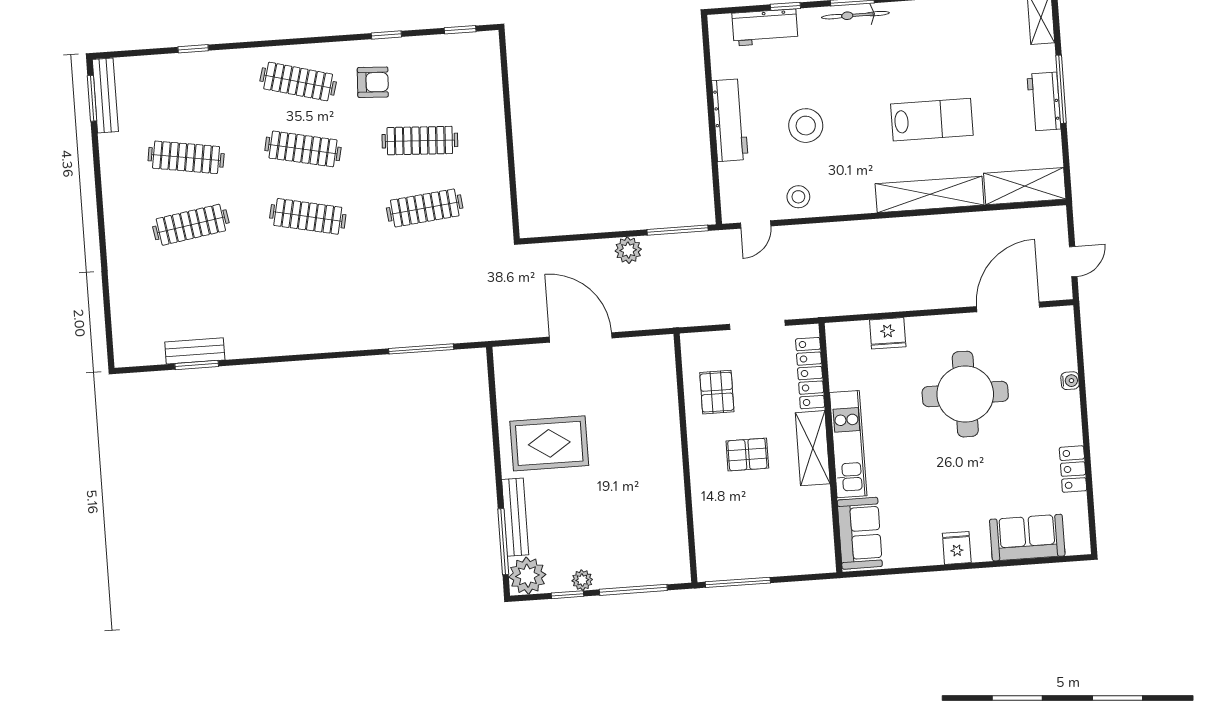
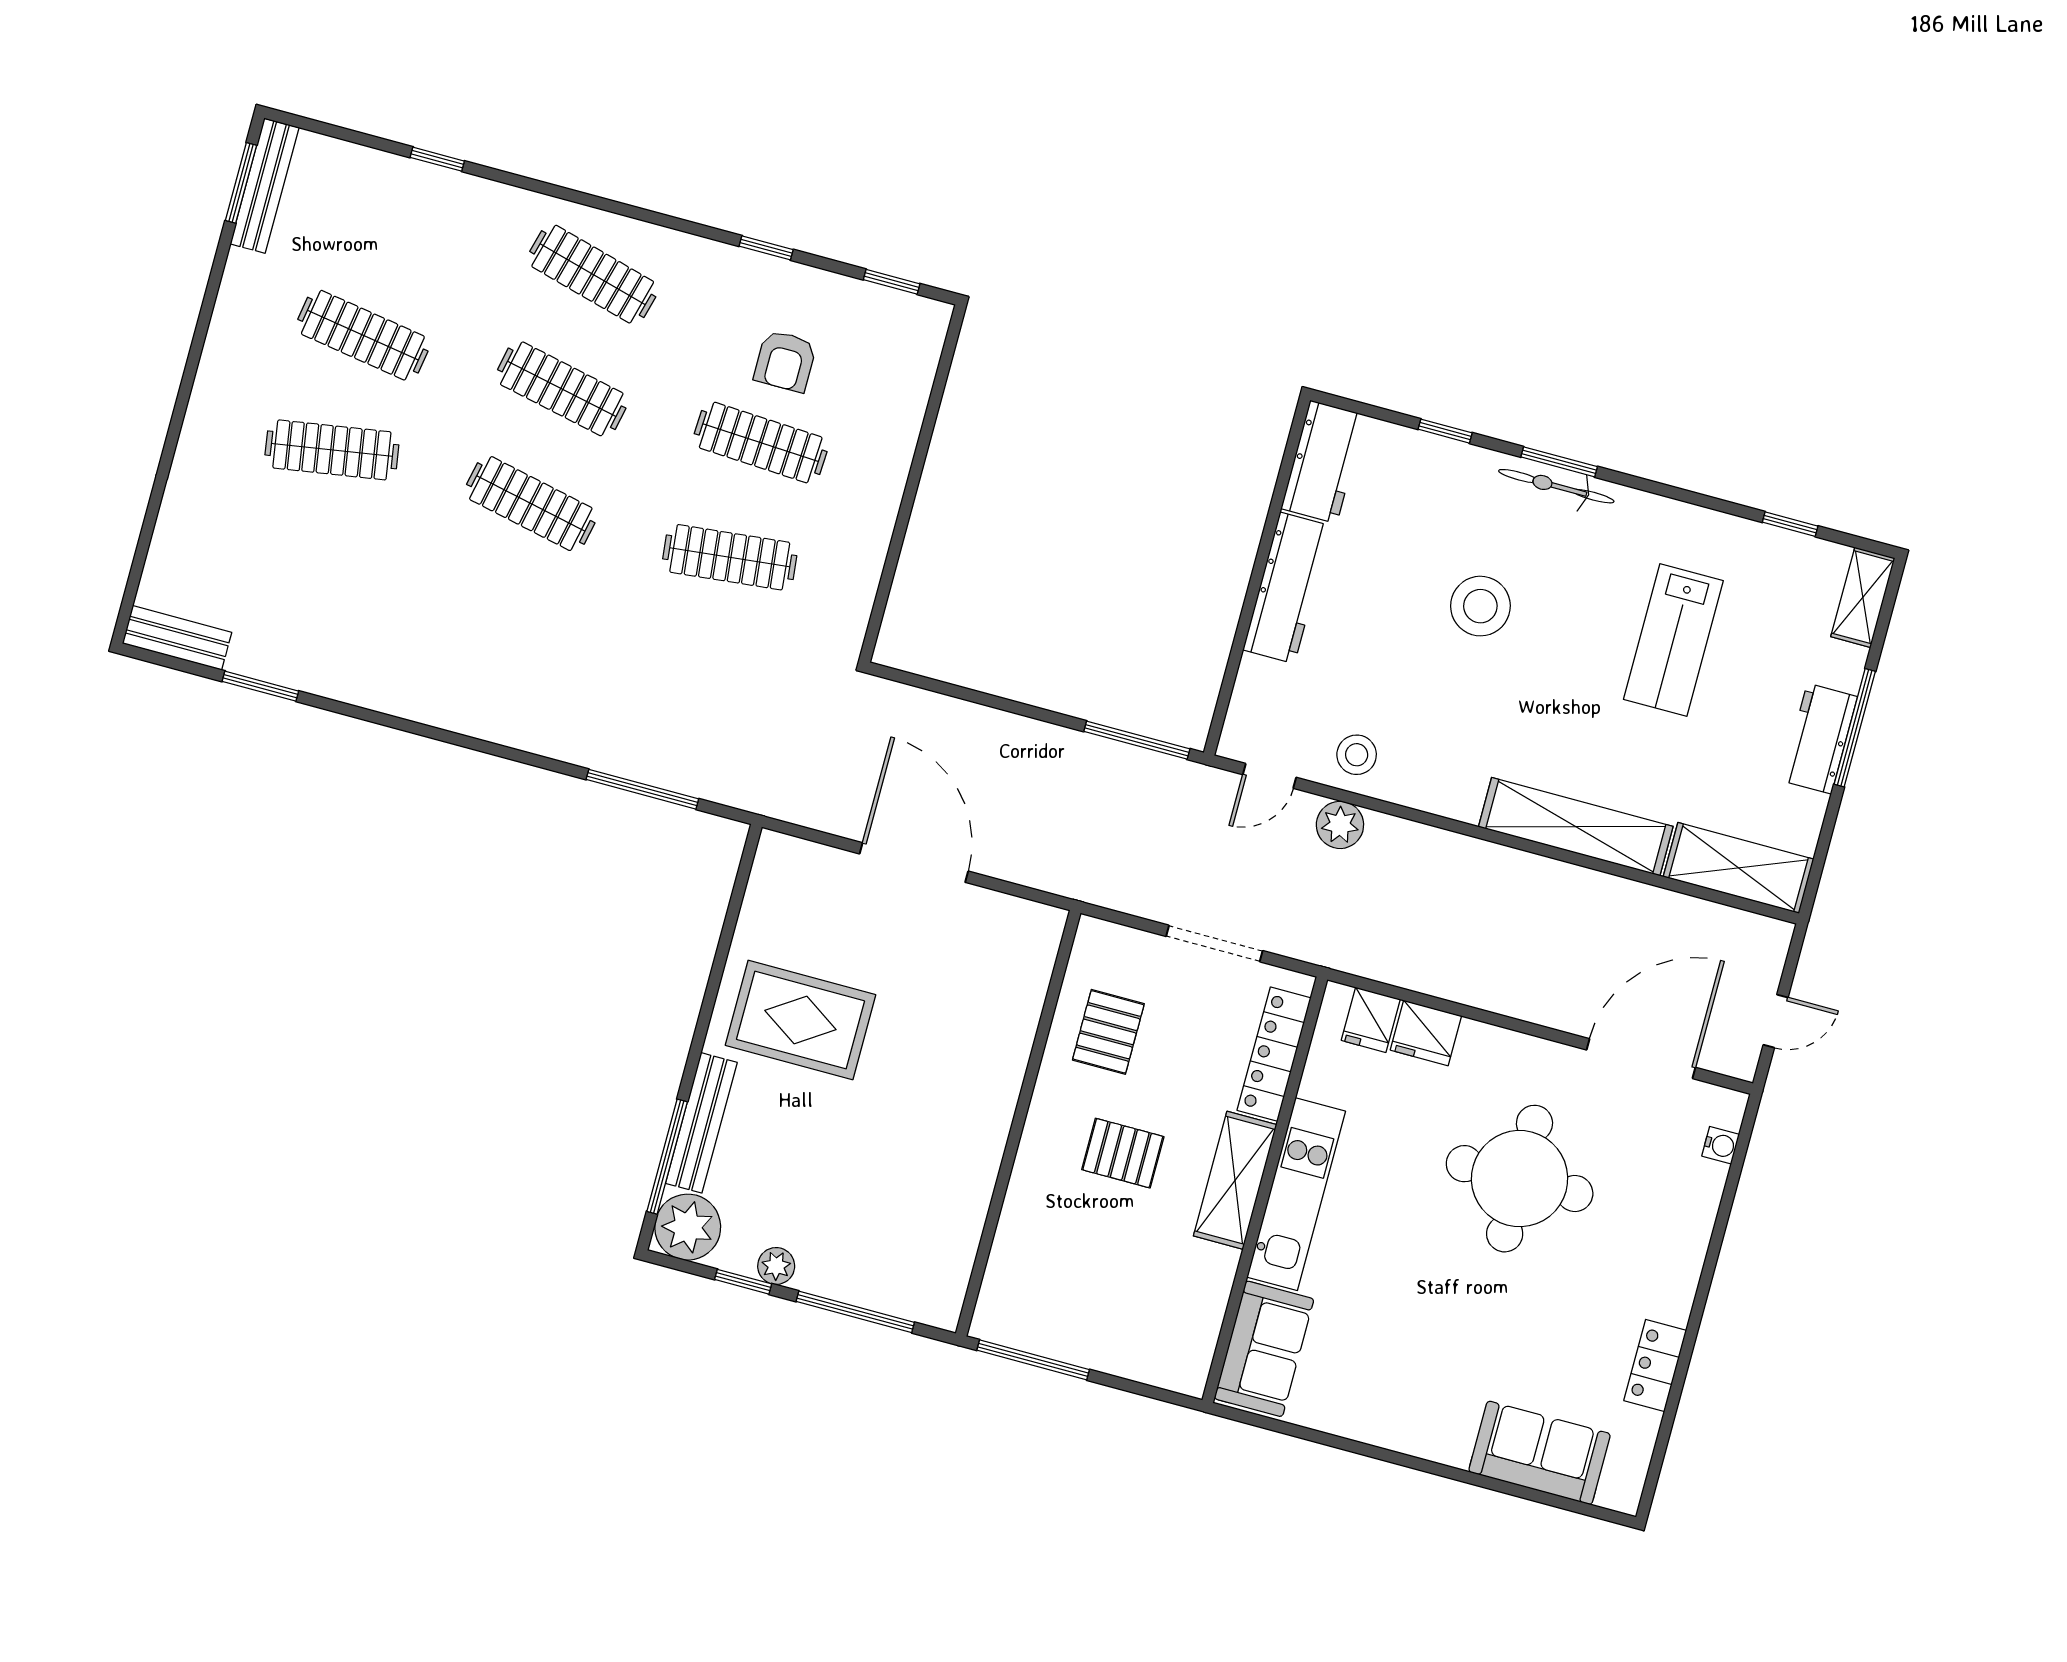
workbench: (765, 27) -> (1323, 462), moved, turned -90
armchair: (373, 82) -> (785, 361), moved, turned 87
lab bench: (932, 120) -> (1673, 640), moved, turned 90
stool: (806, 126) -> (1480, 606), moved
plant: (628, 250) -> (1340, 825), moved
bench: (195, 351) -> (177, 638), moved
water cooler: (1070, 381) -> (1721, 1145), moved
fridge: (957, 548) -> (1371, 1020), moved, turned 180

